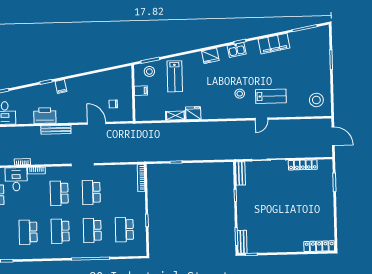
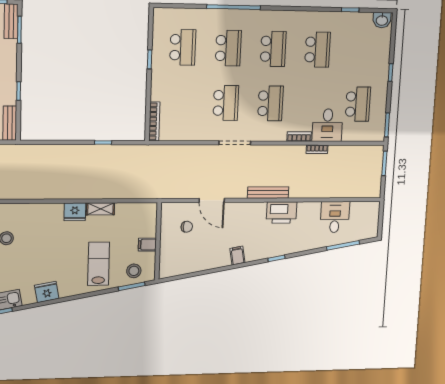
filing cabinet: (61, 86) -> (237, 256), moved

